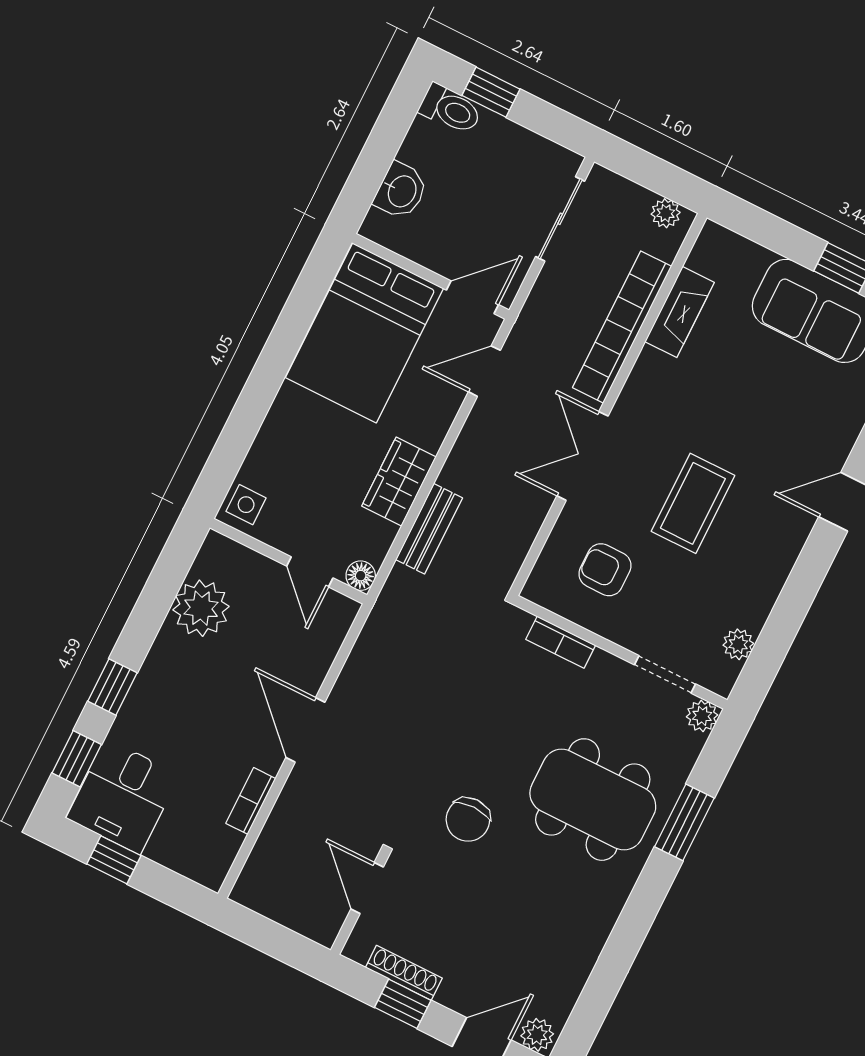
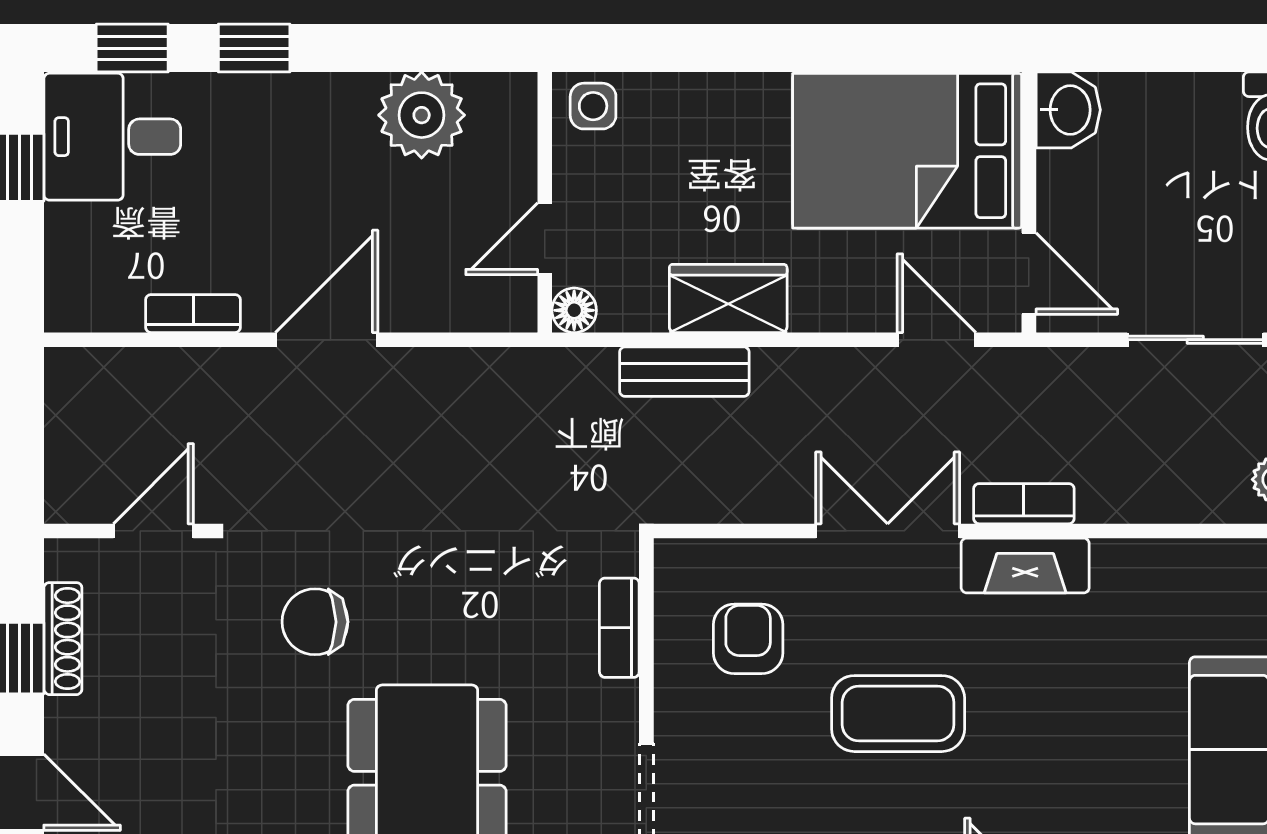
washbasin: (401, 191) -> (1068, 110), moved, turned -90
fireplace: (680, 312) -> (1025, 566), moved
bookcase: (622, 327) -> (1024, 504), width x0.43, depth x0.76

